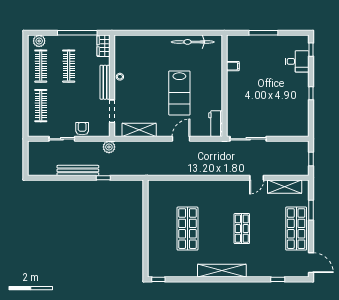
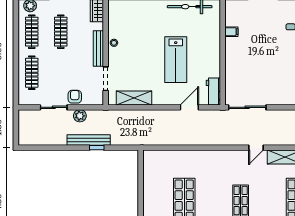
door: (181, 139) -> (189, 107), moved
plant: (109, 147) -> (80, 116), moved
bench: (78, 170) -> (89, 140), moved

